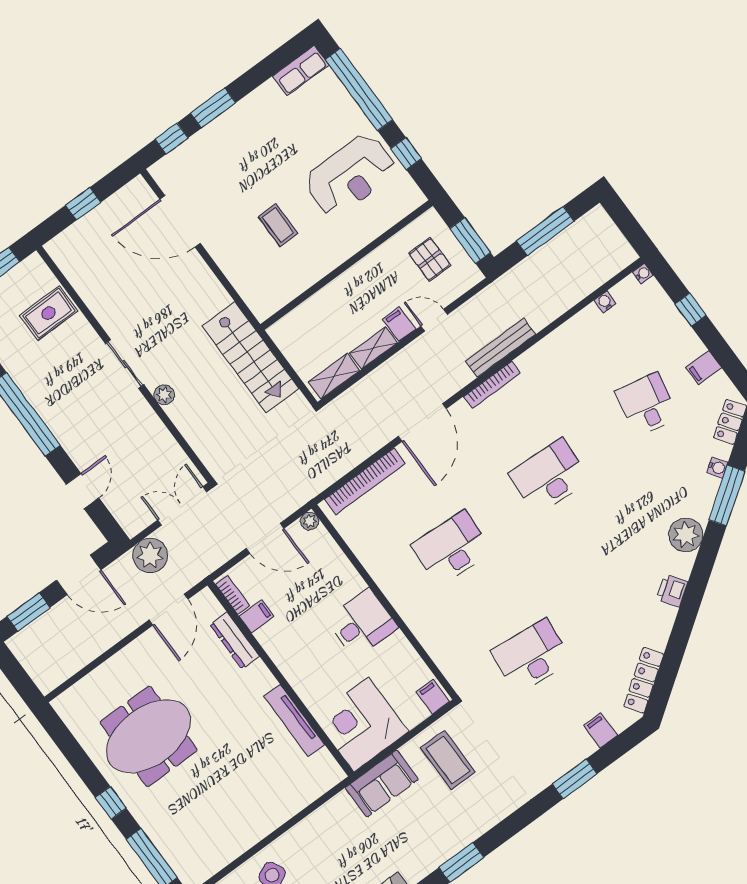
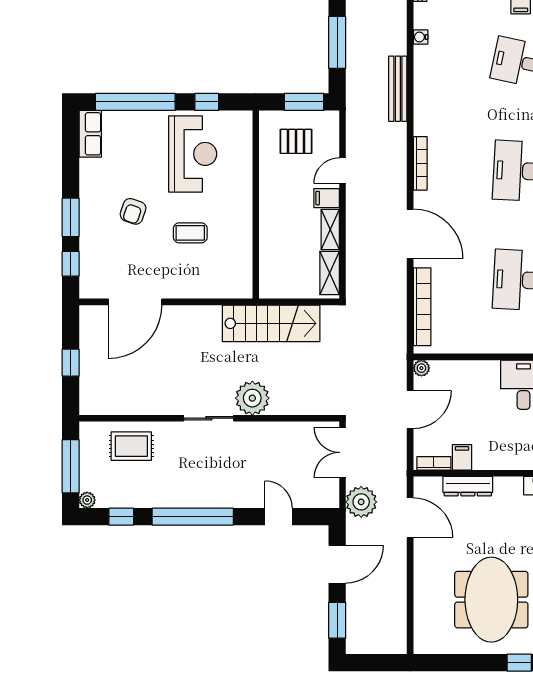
armchair: (260, 160) -> (133, 211), added
rug: (48, 313) -> (131, 446), turned 90
bench: (501, 348) -> (398, 89), moved
plant: (164, 395) -> (252, 398), width x1.88, depth x1.88

